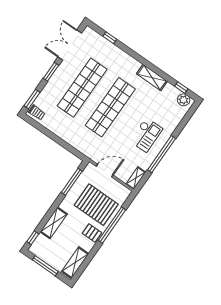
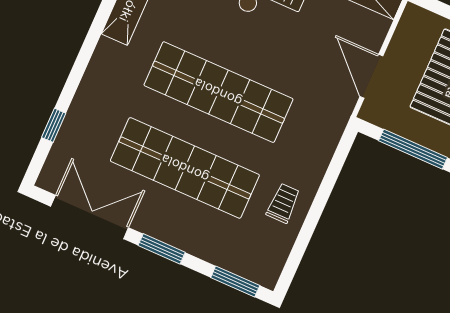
double door: (70, 45) -> (90, 217), swing flipped
trolley: (37, 113) -> (283, 203), moved

